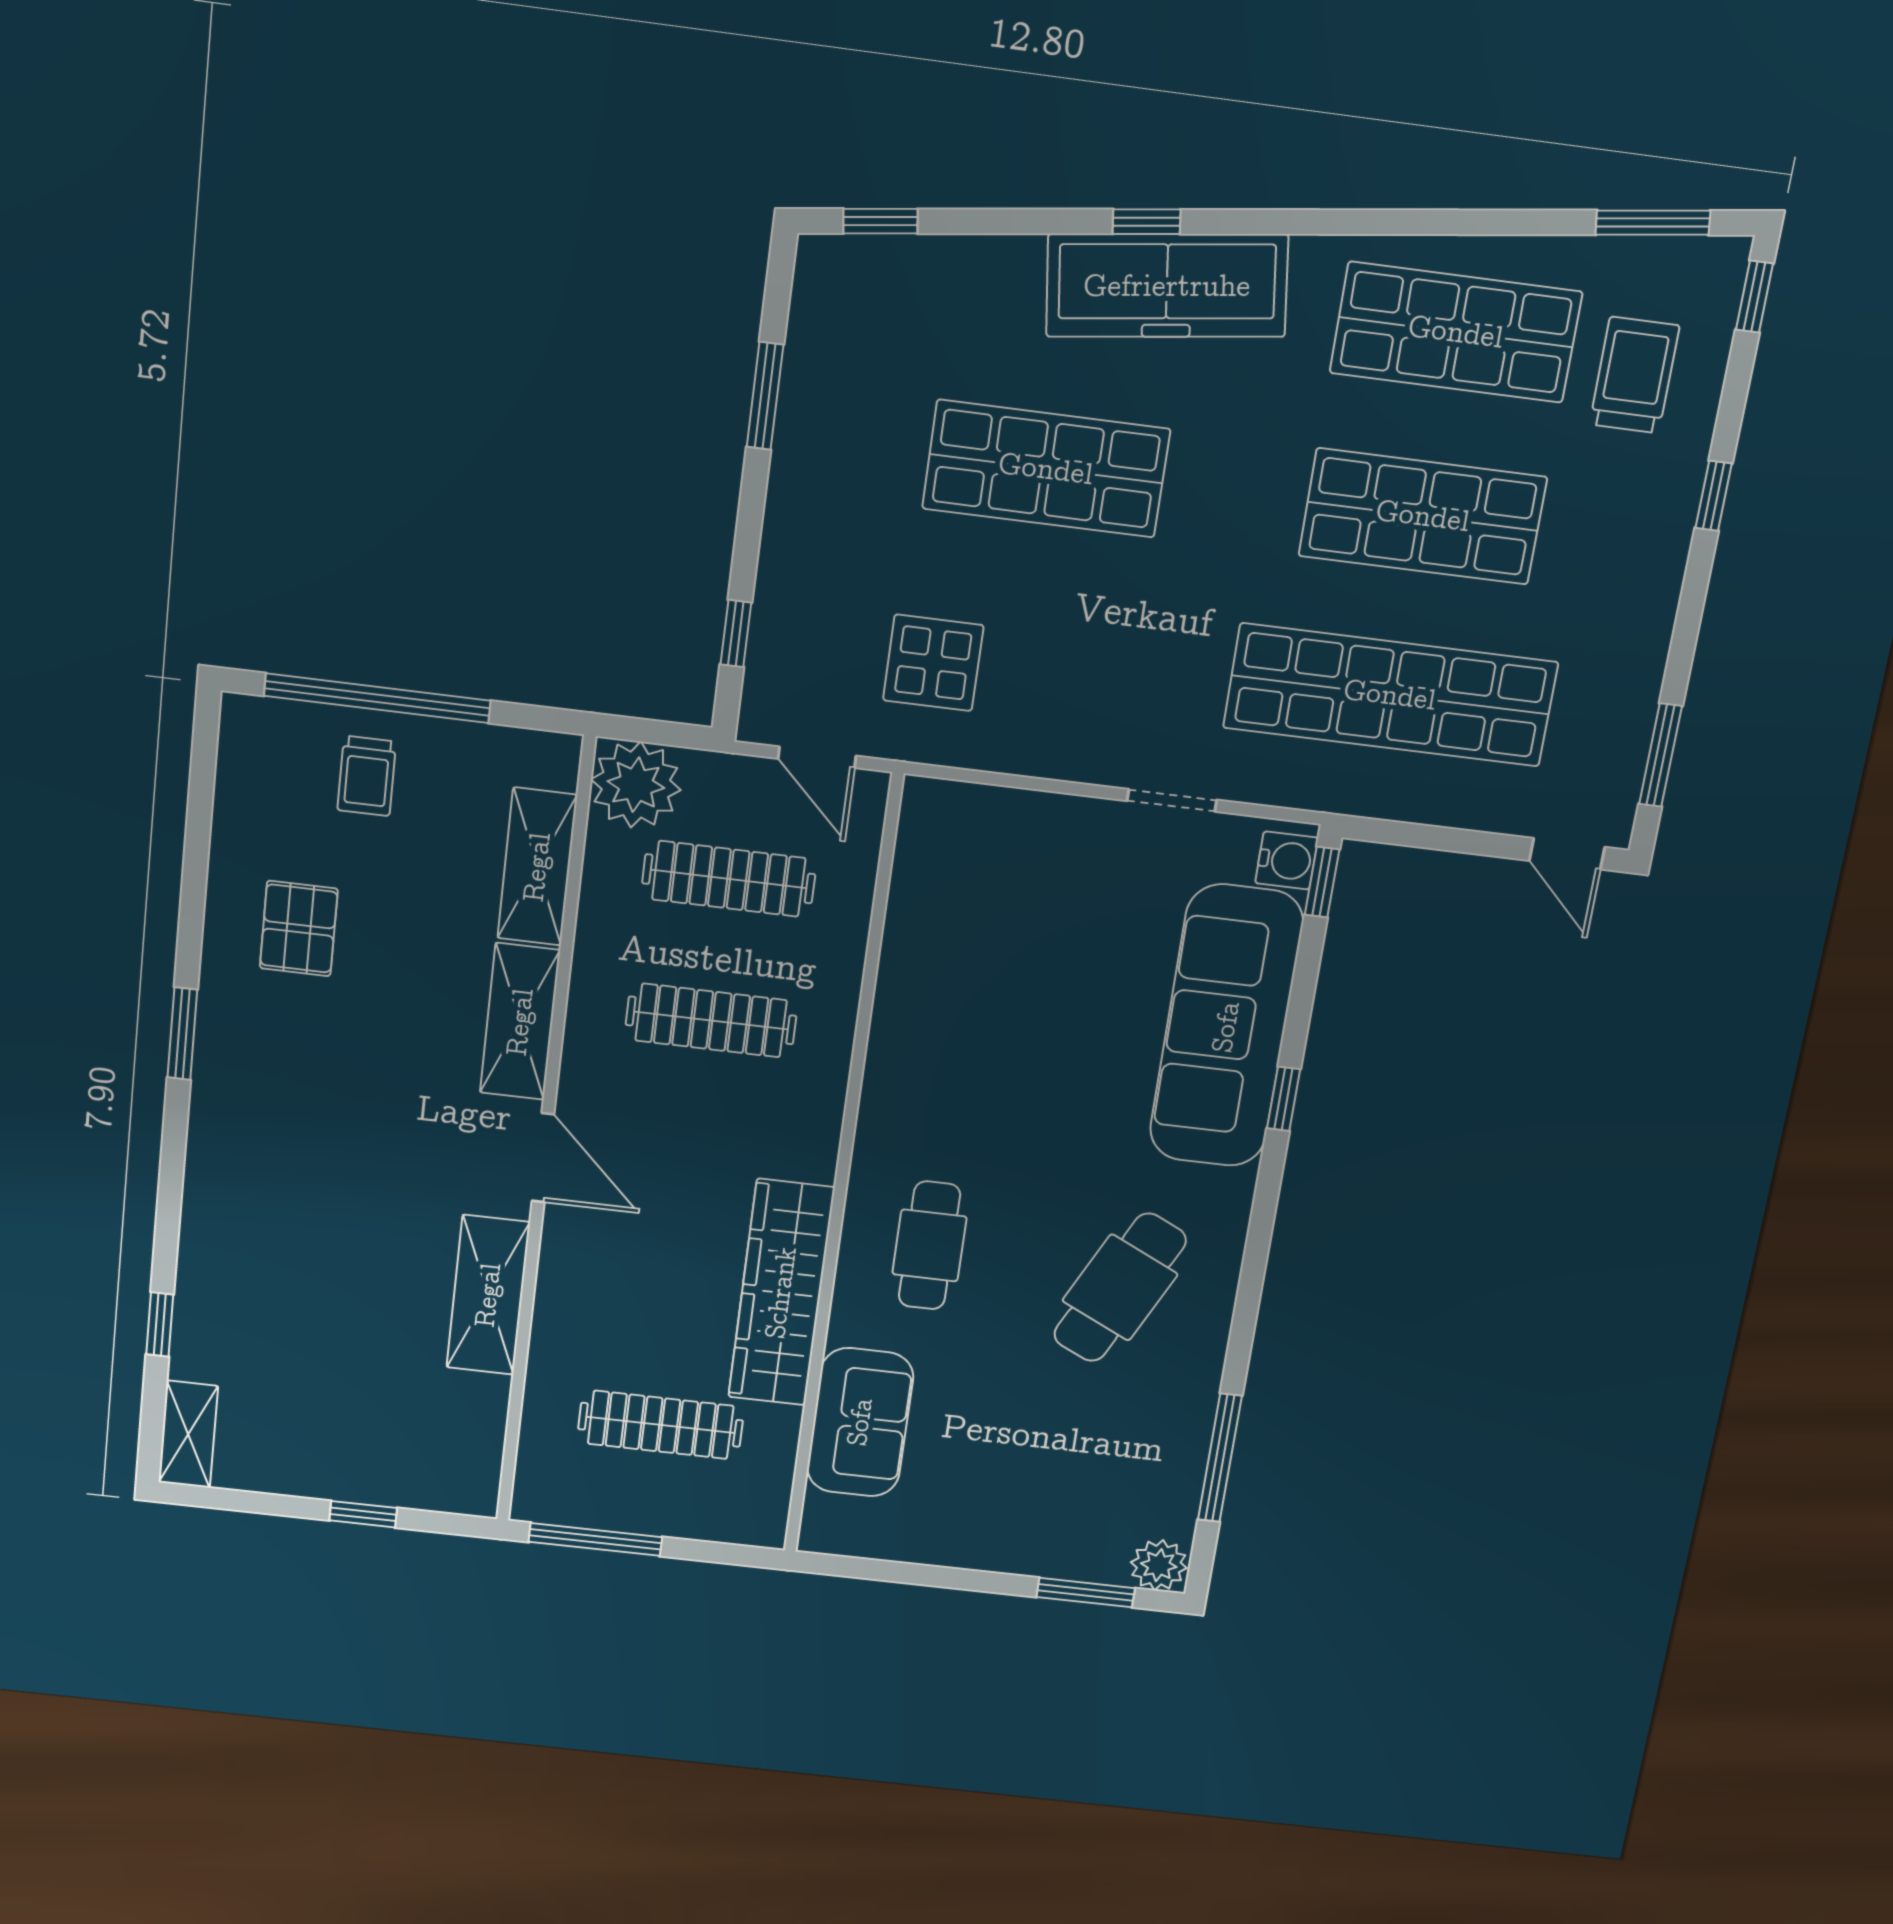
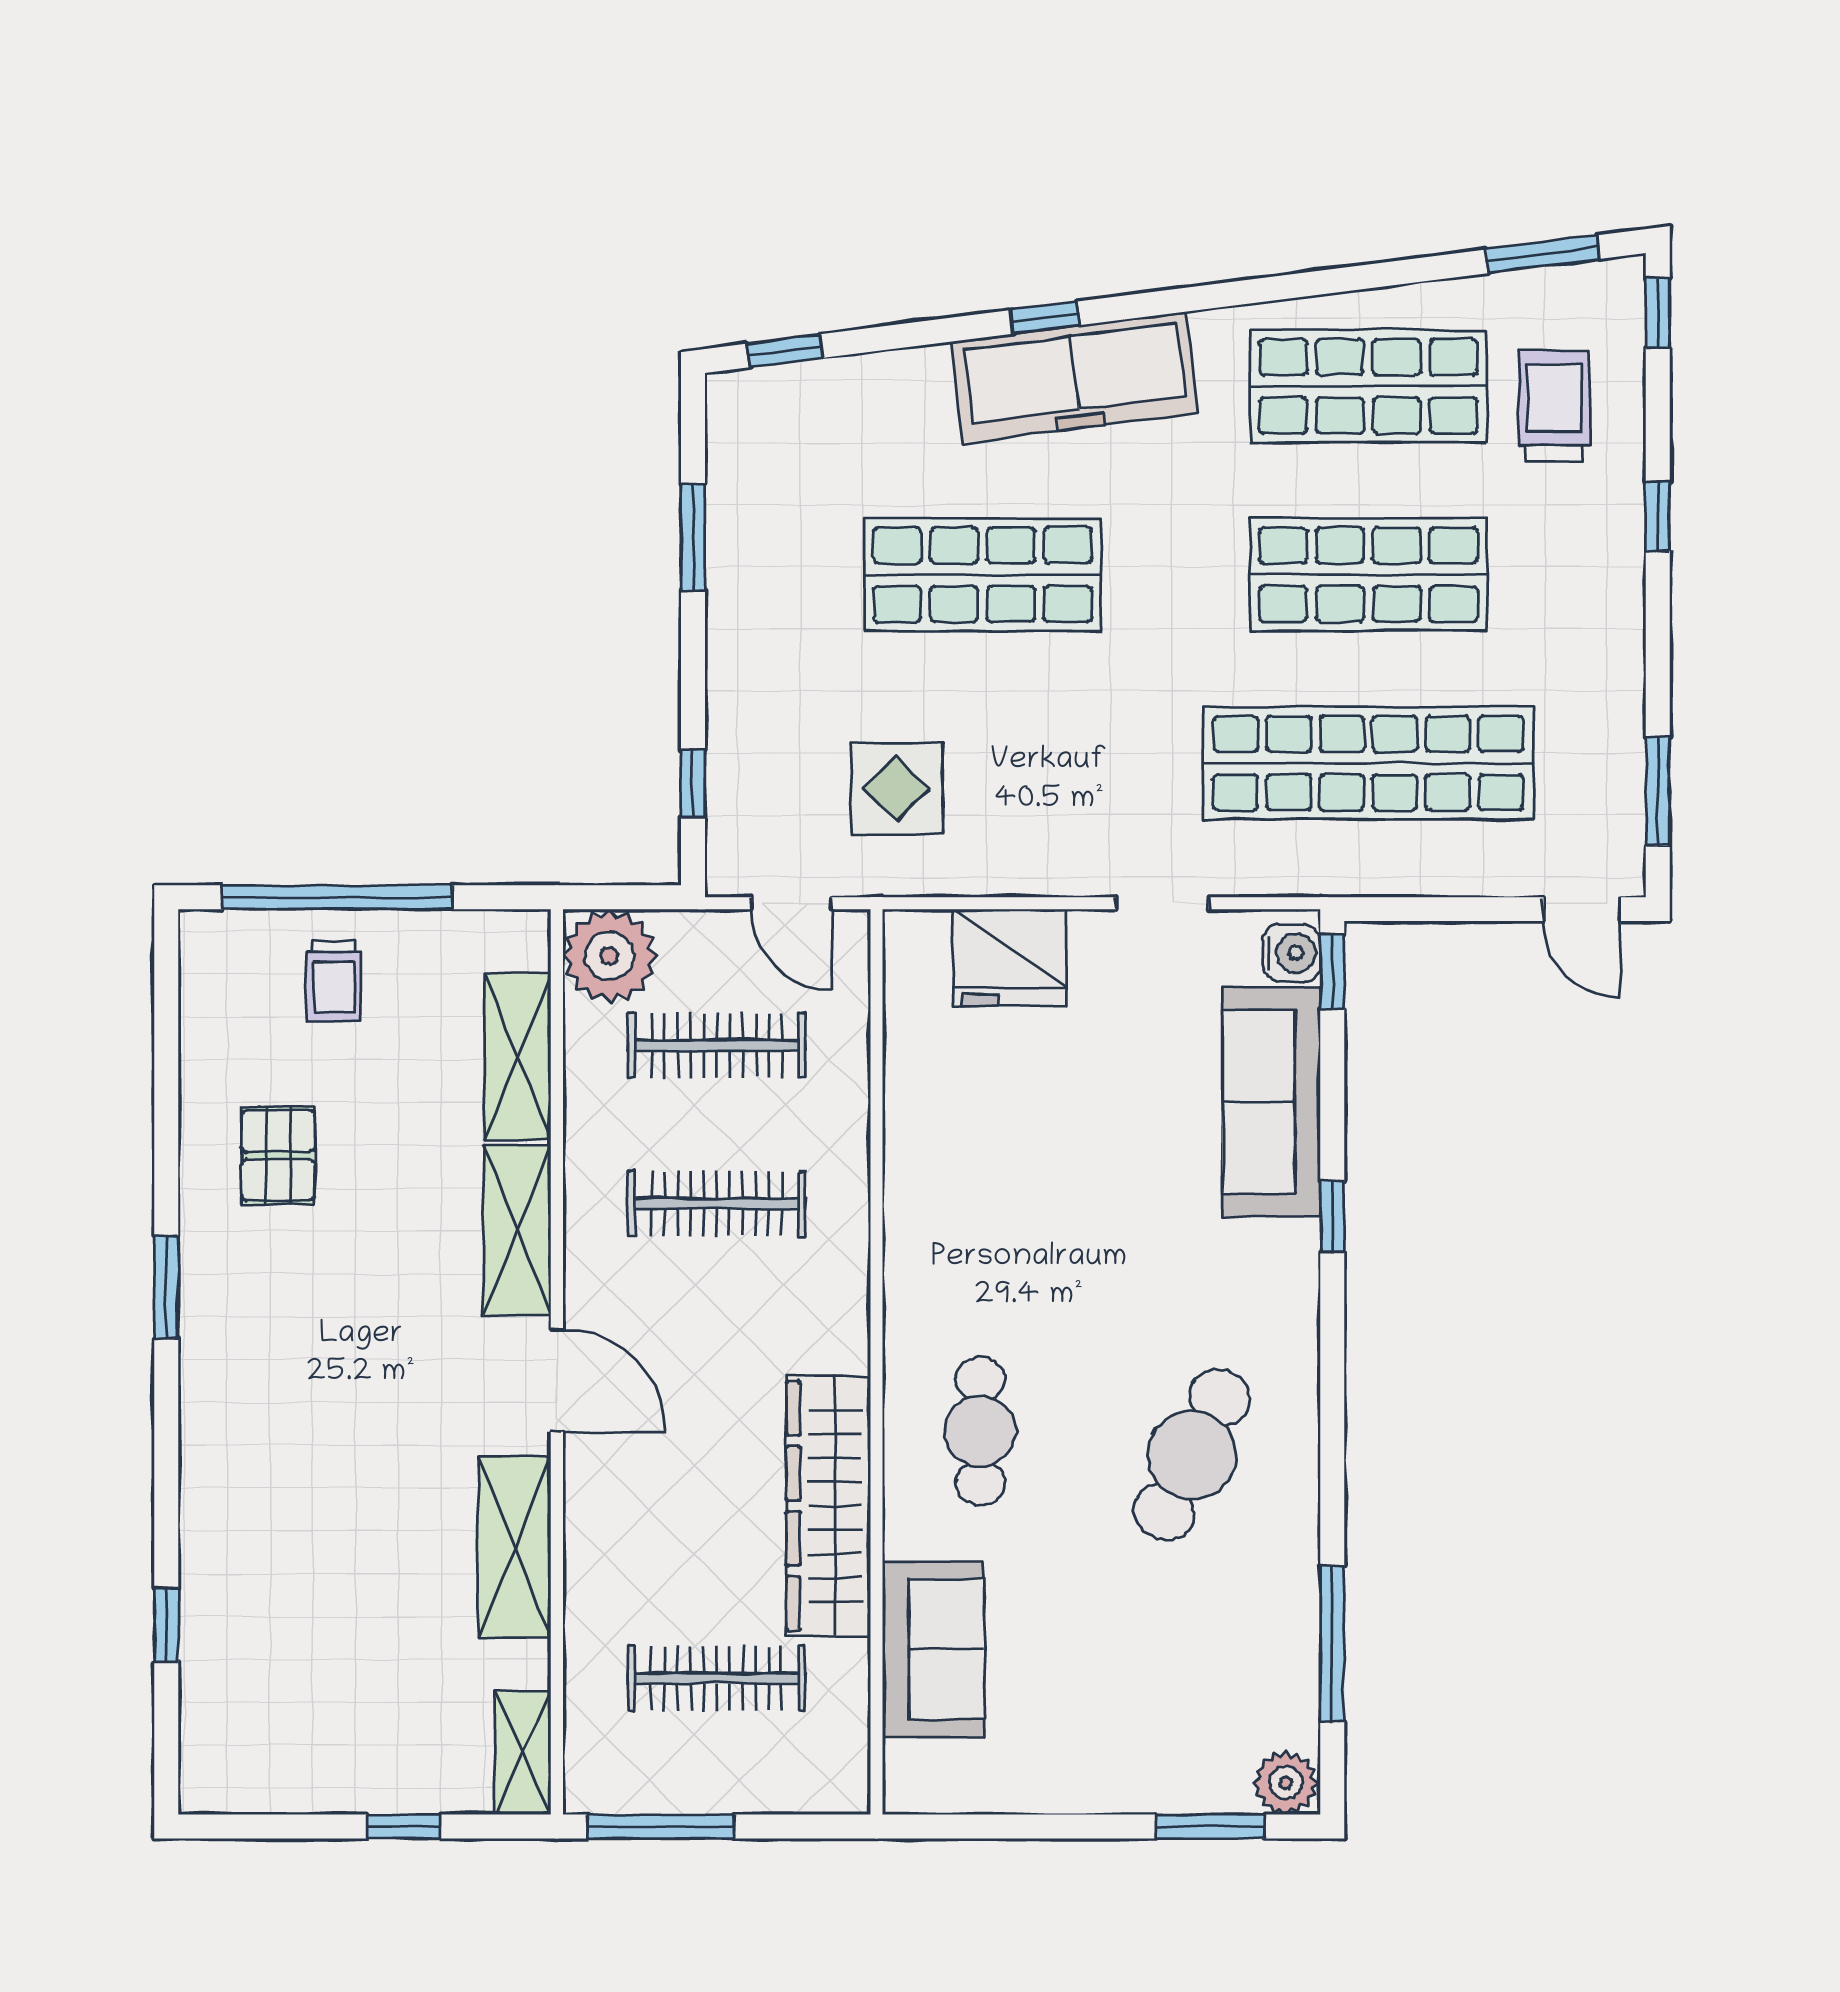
fridge: (1019, 832) -> (1010, 957), added
sofa: (1226, 1027) -> (1272, 1102), width x0.74, depth x0.79
shelving: (188, 1434) -> (523, 1753), moved

